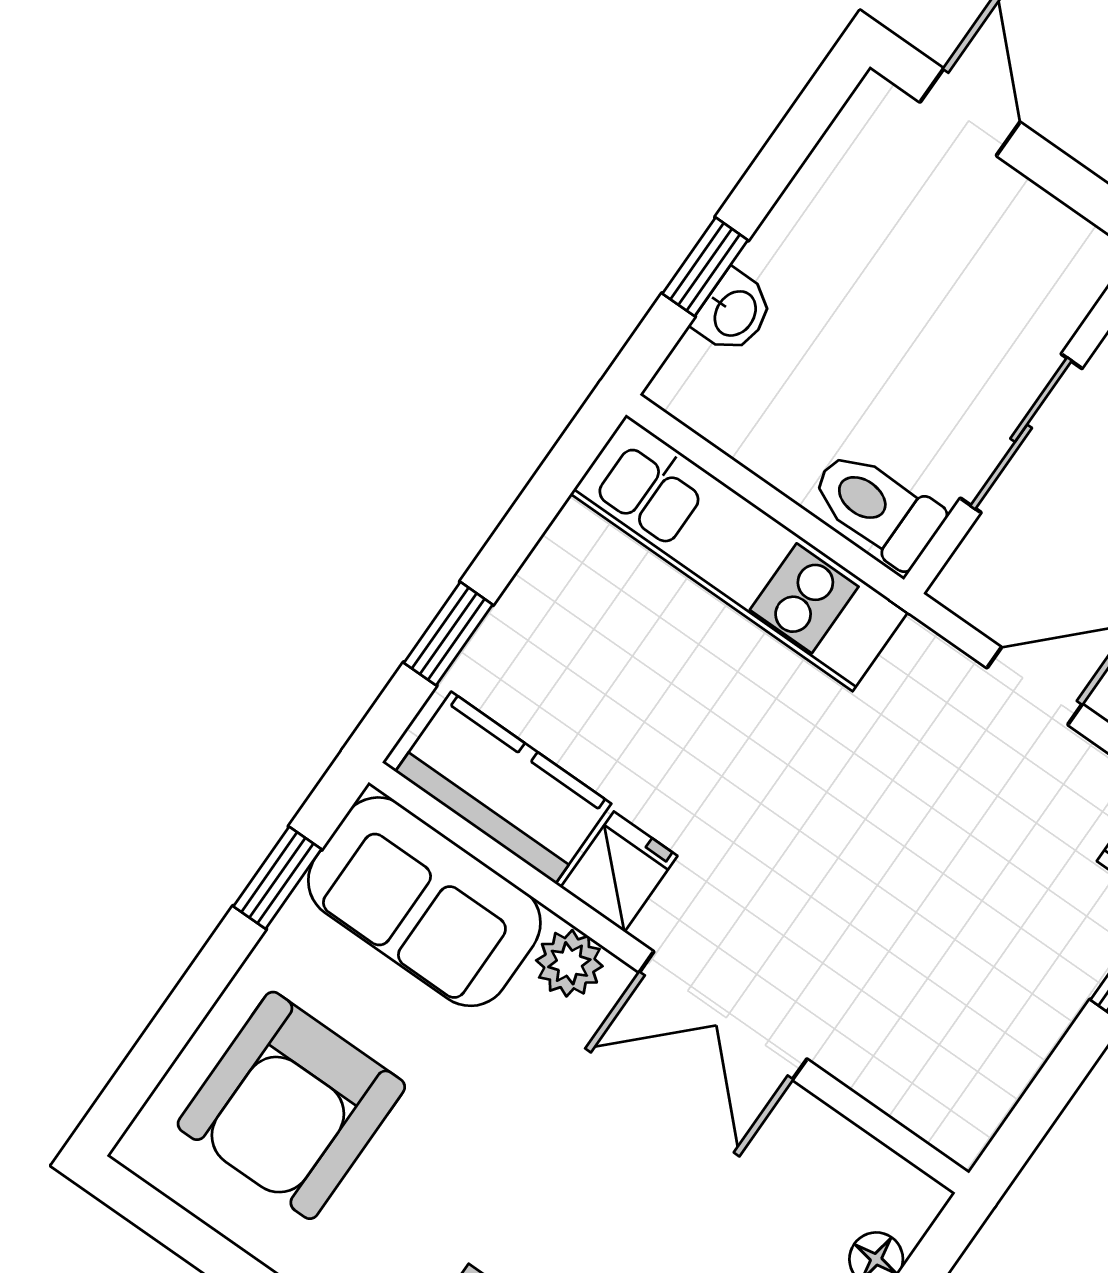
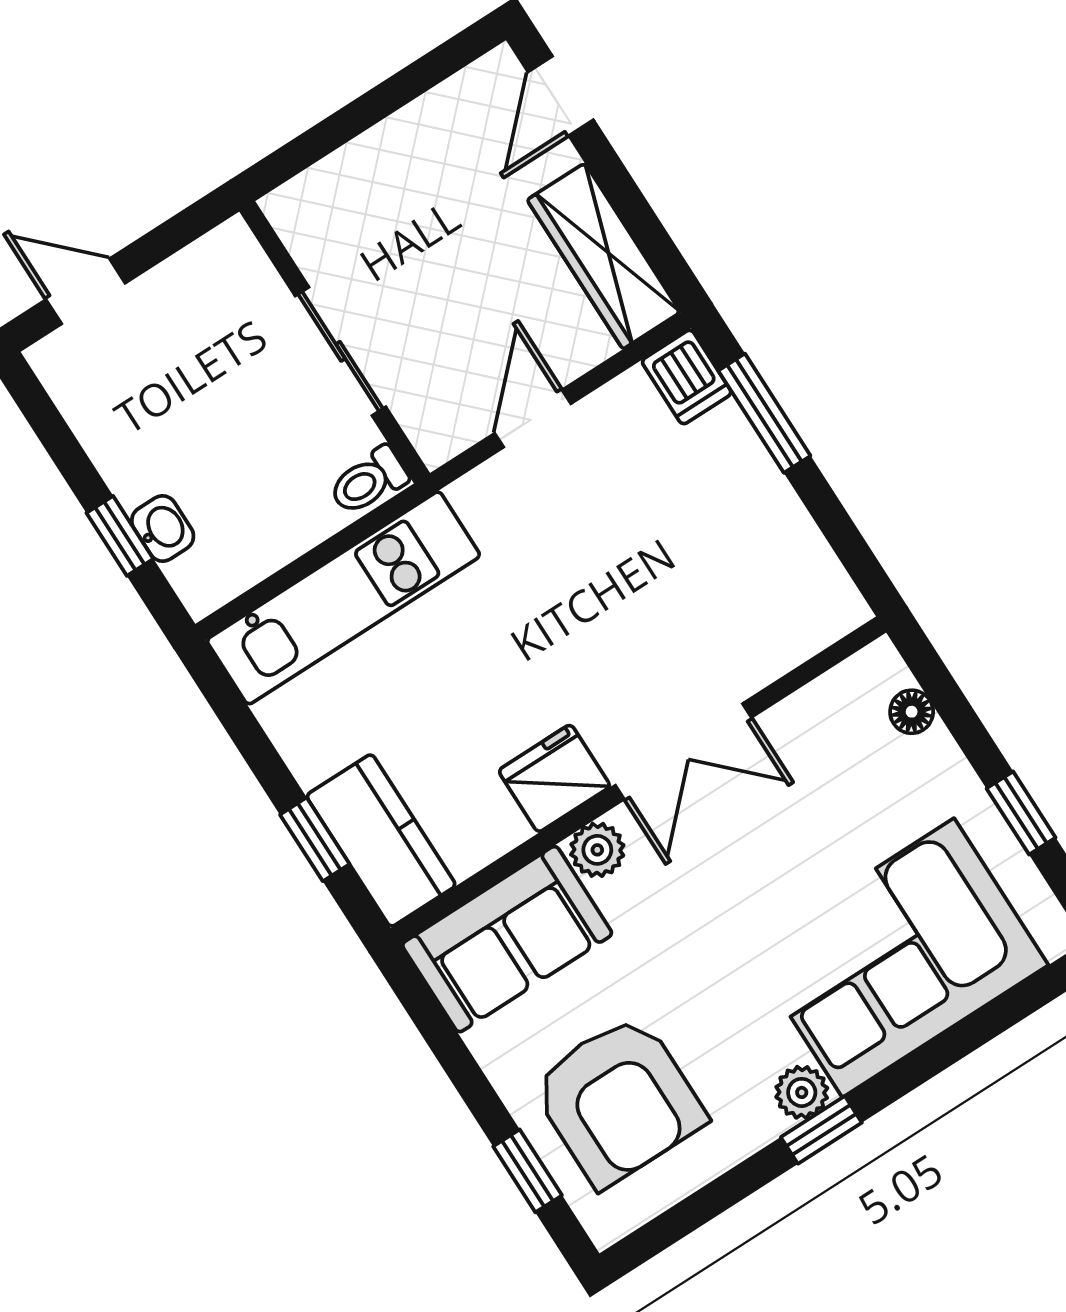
toilet: (877, 508) -> (368, 481), width x0.73, depth x0.72
kitchen counter: (503, 788) -> (381, 840), moved, turned 90
fridge: (619, 872) -> (554, 778), width x1.38
window: (277, 878) -> (528, 1171), moved

